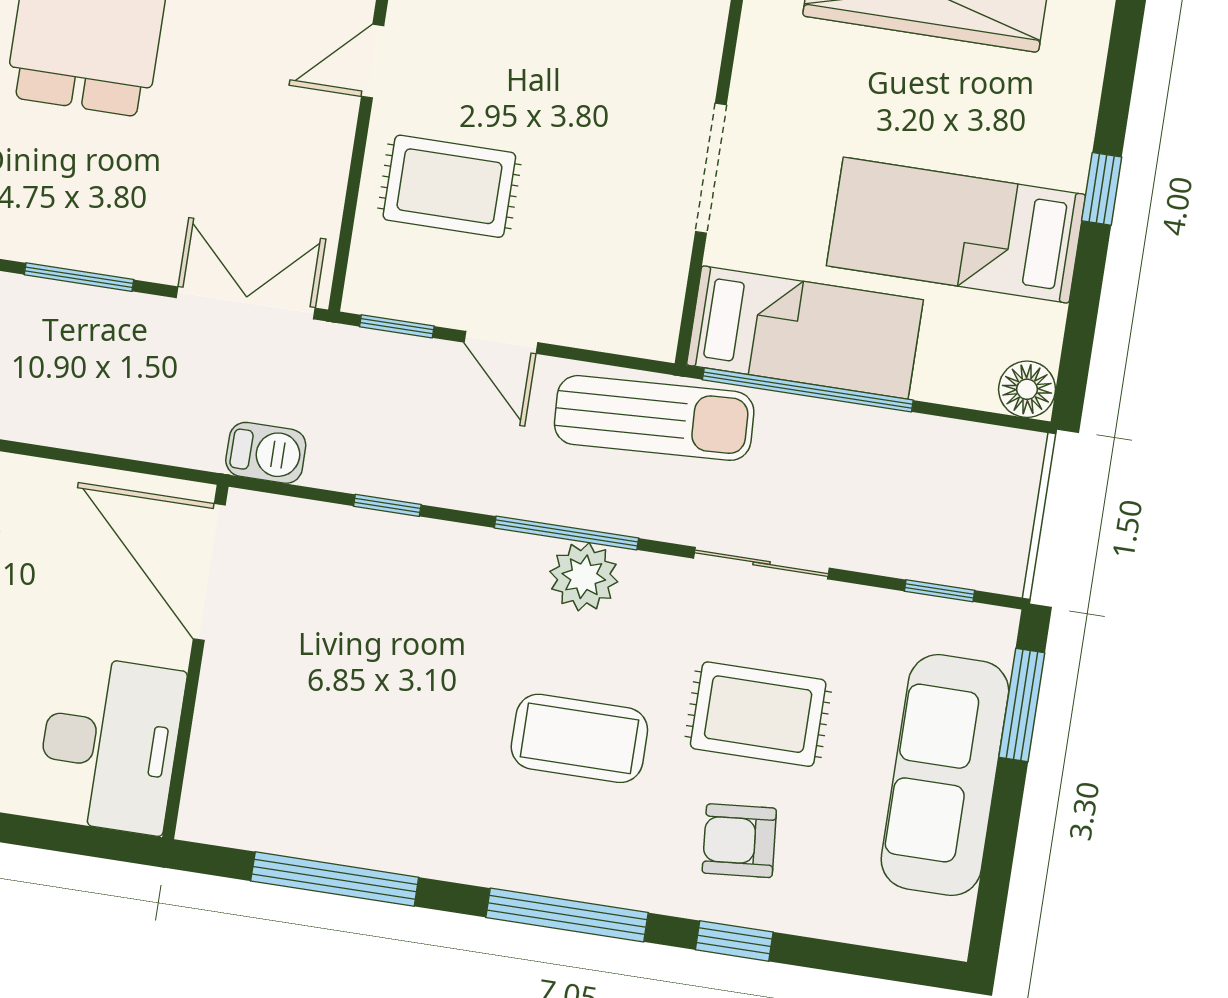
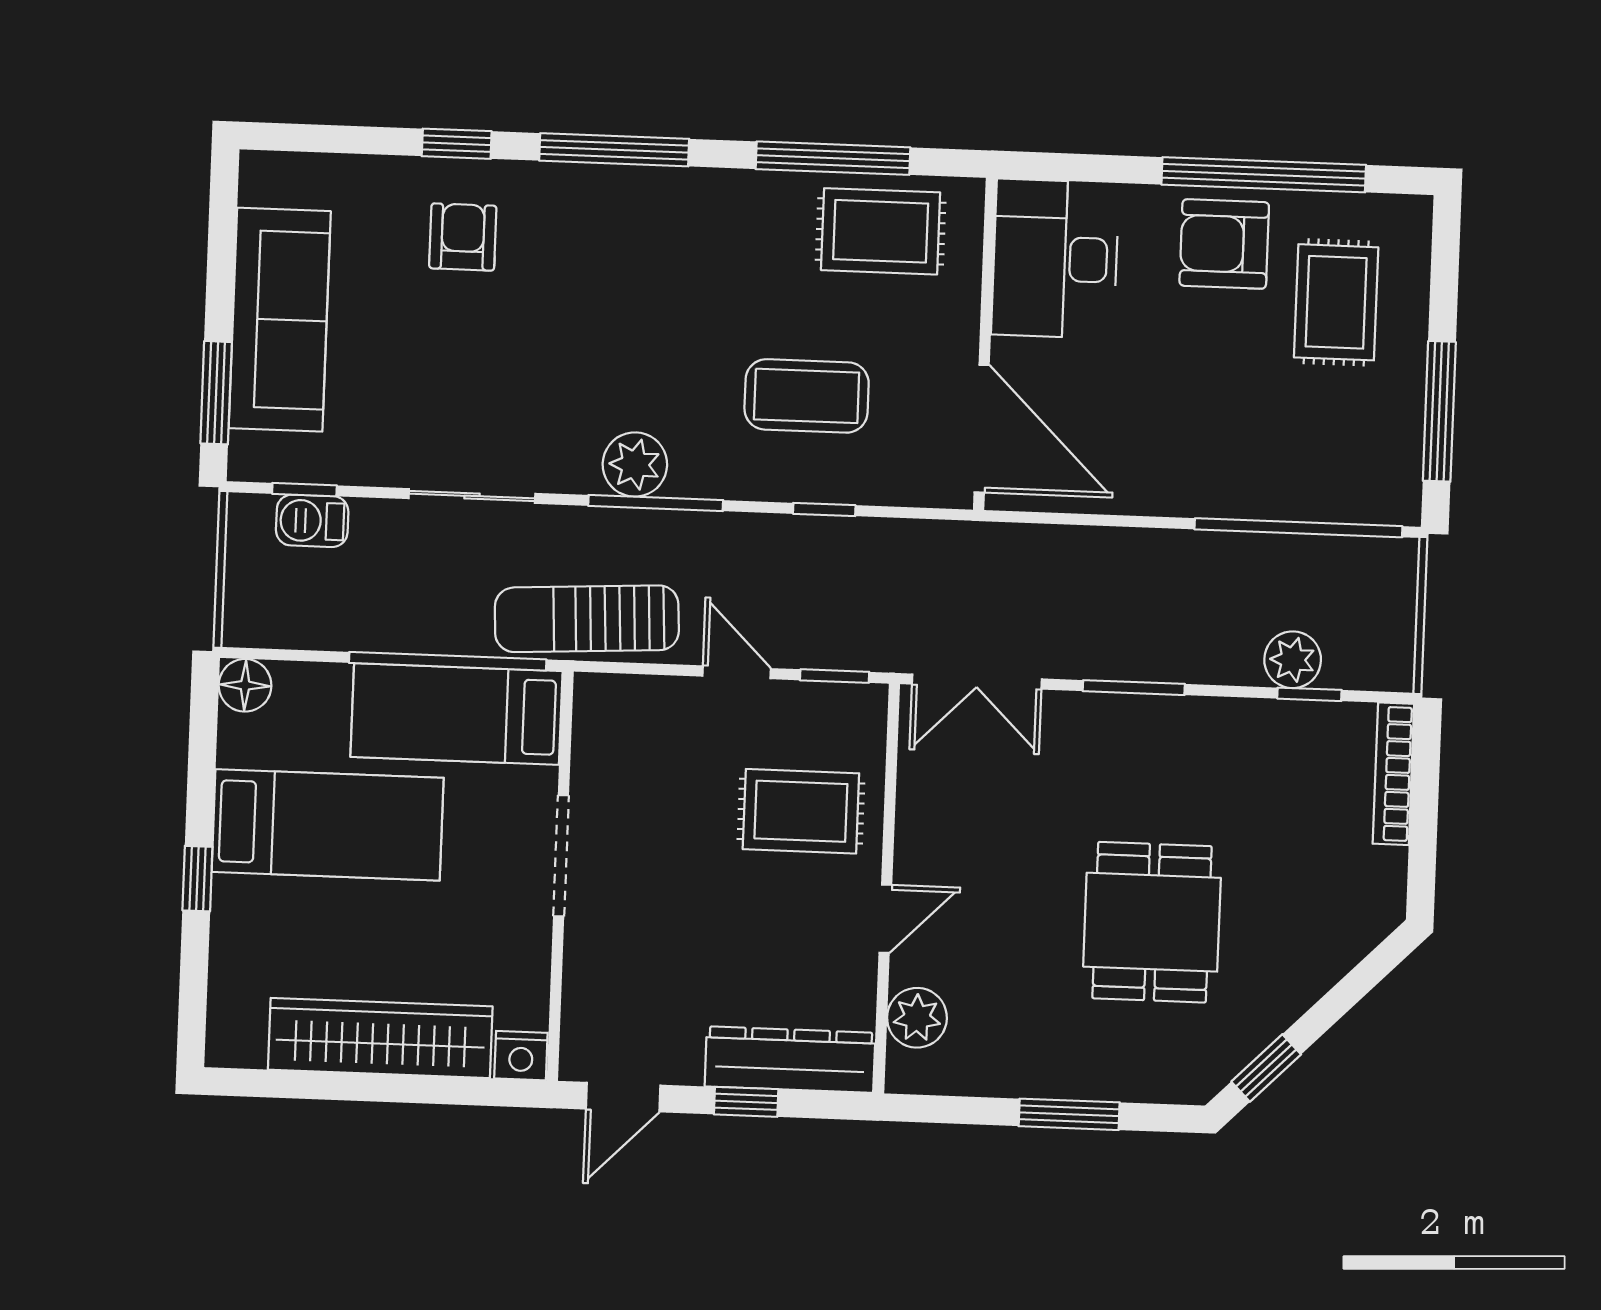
barbecue: (266, 453) -> (312, 521), moved
rug: (758, 714) -> (881, 231), moved
coffee table: (579, 738) -> (807, 396), moved
armchair: (739, 841) -> (463, 237), turned -85

